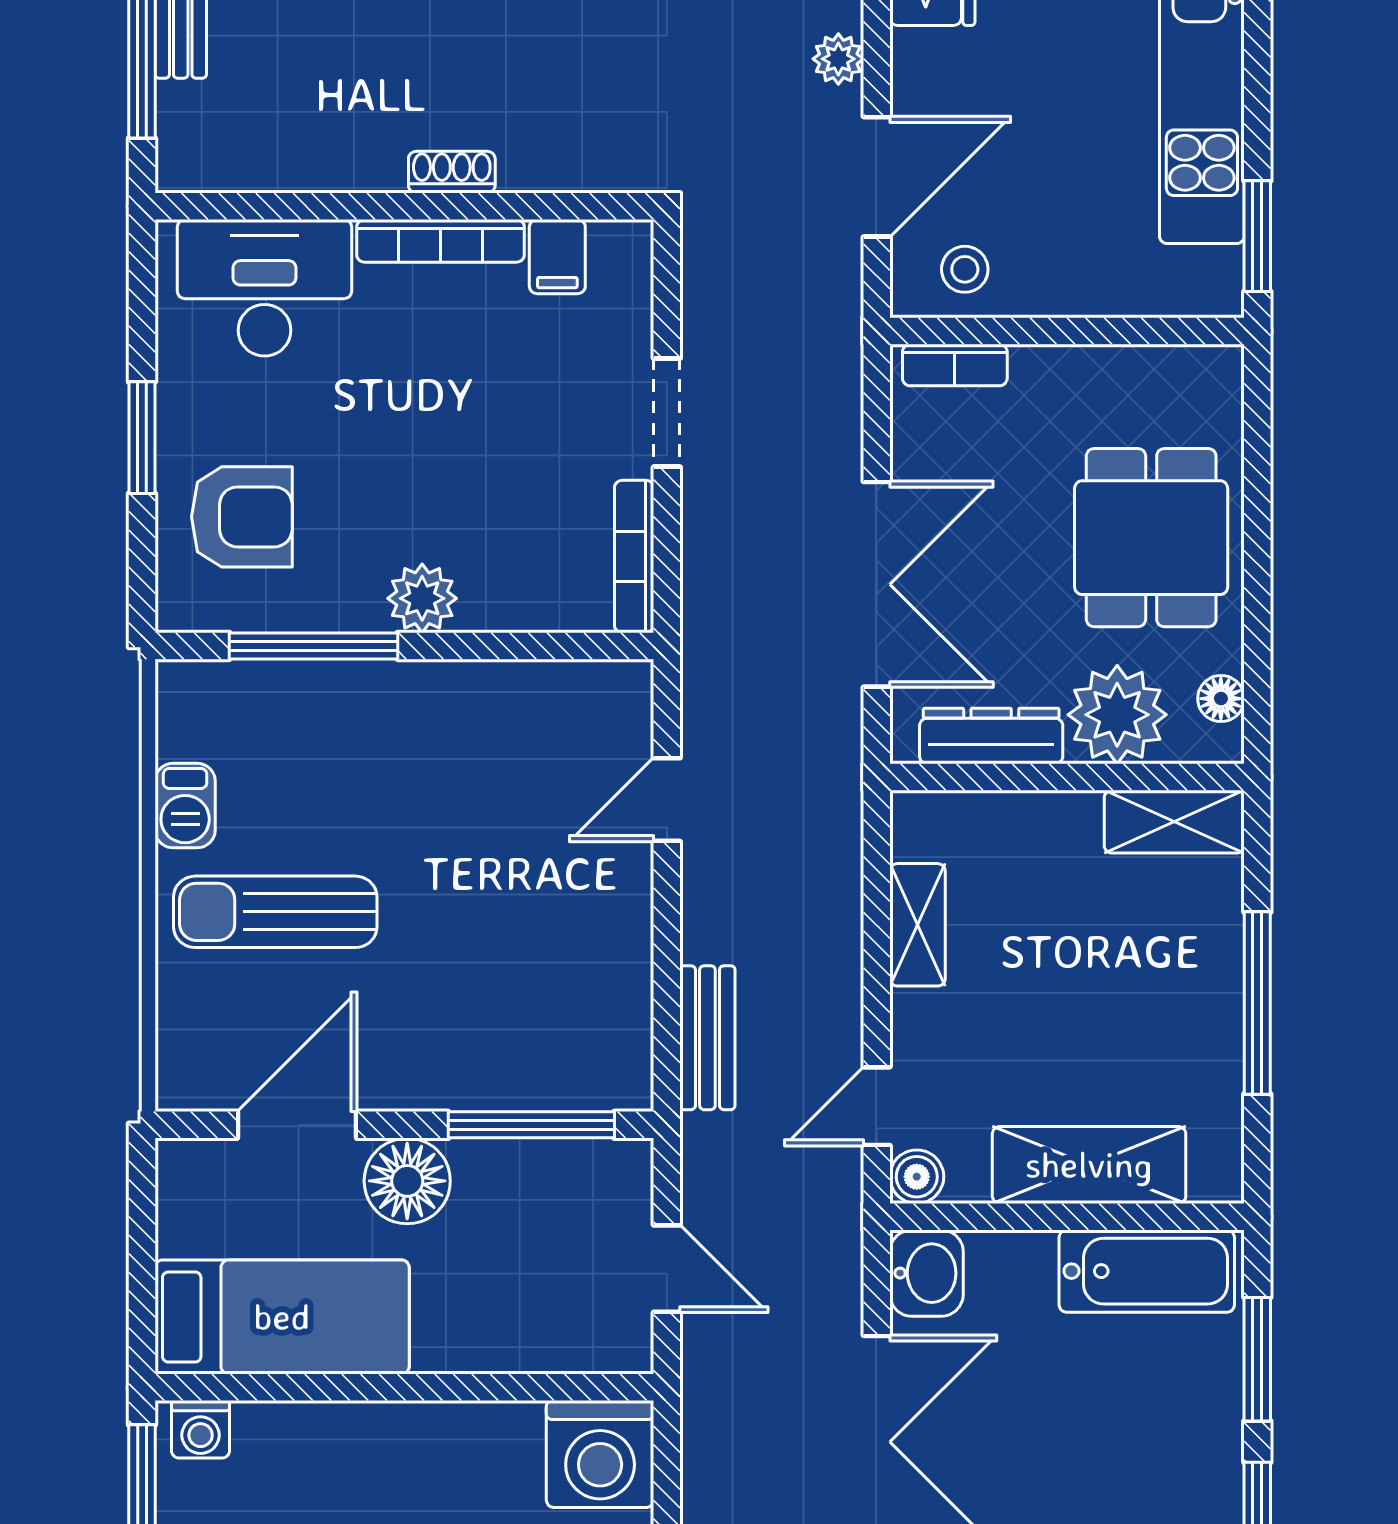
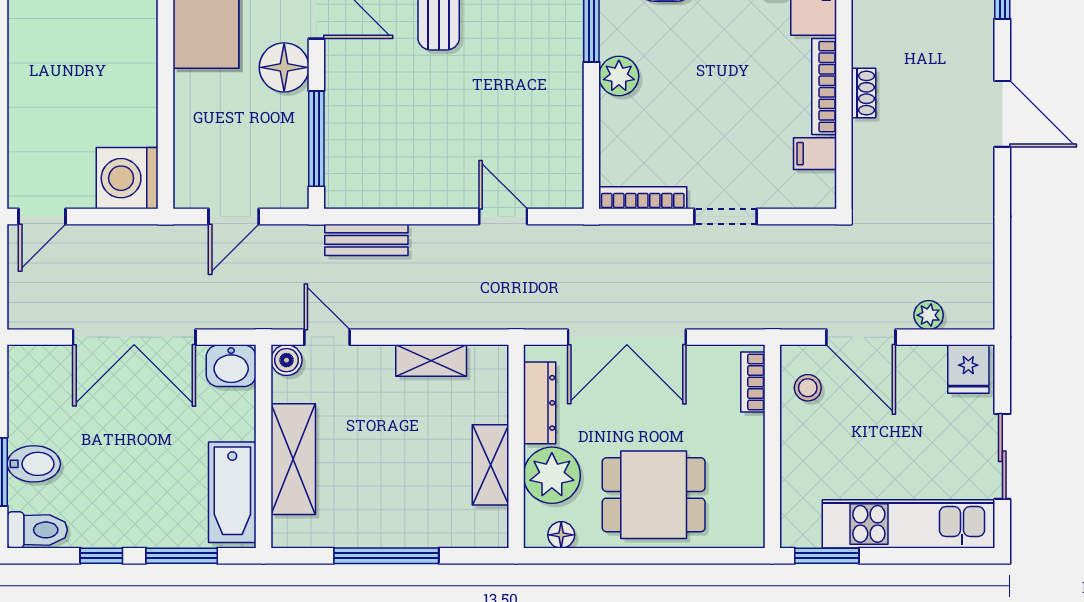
shelving: (1174, 822) -> (490, 465), moved

